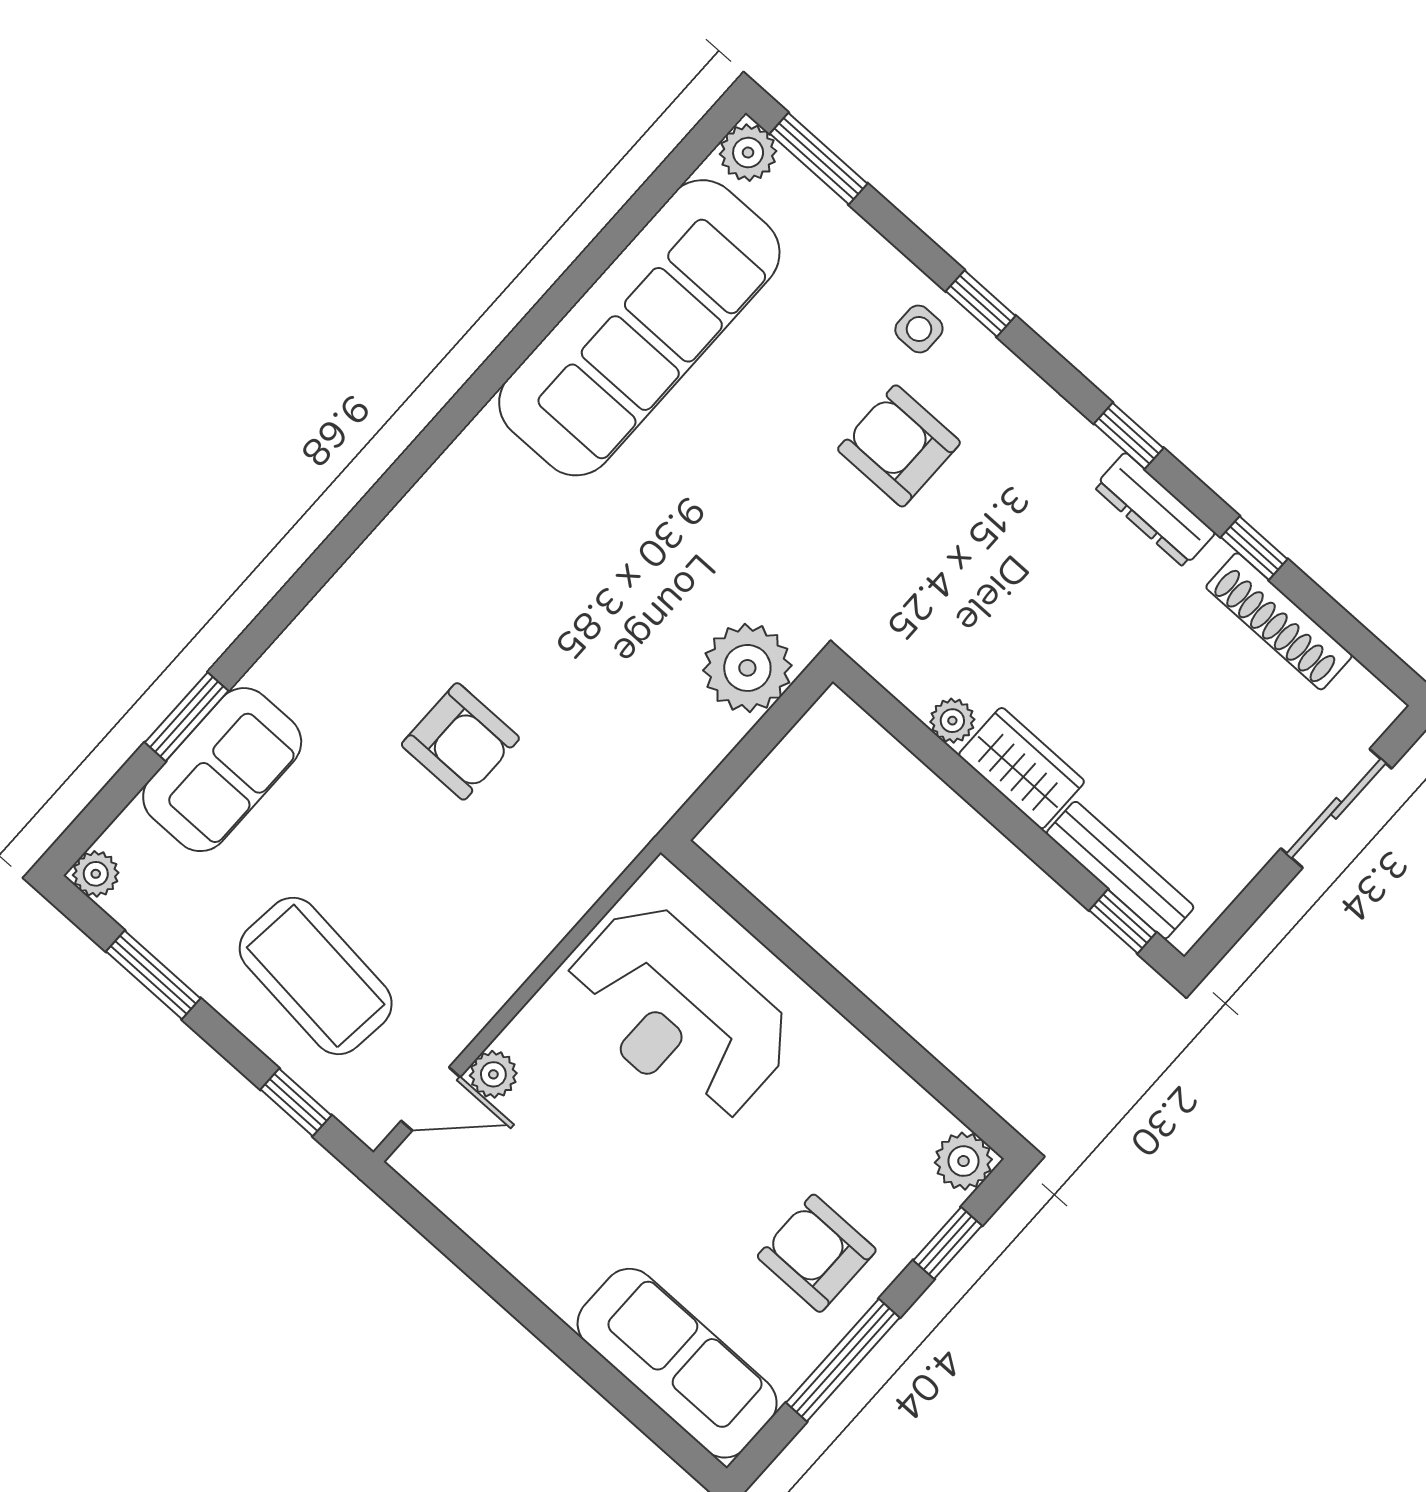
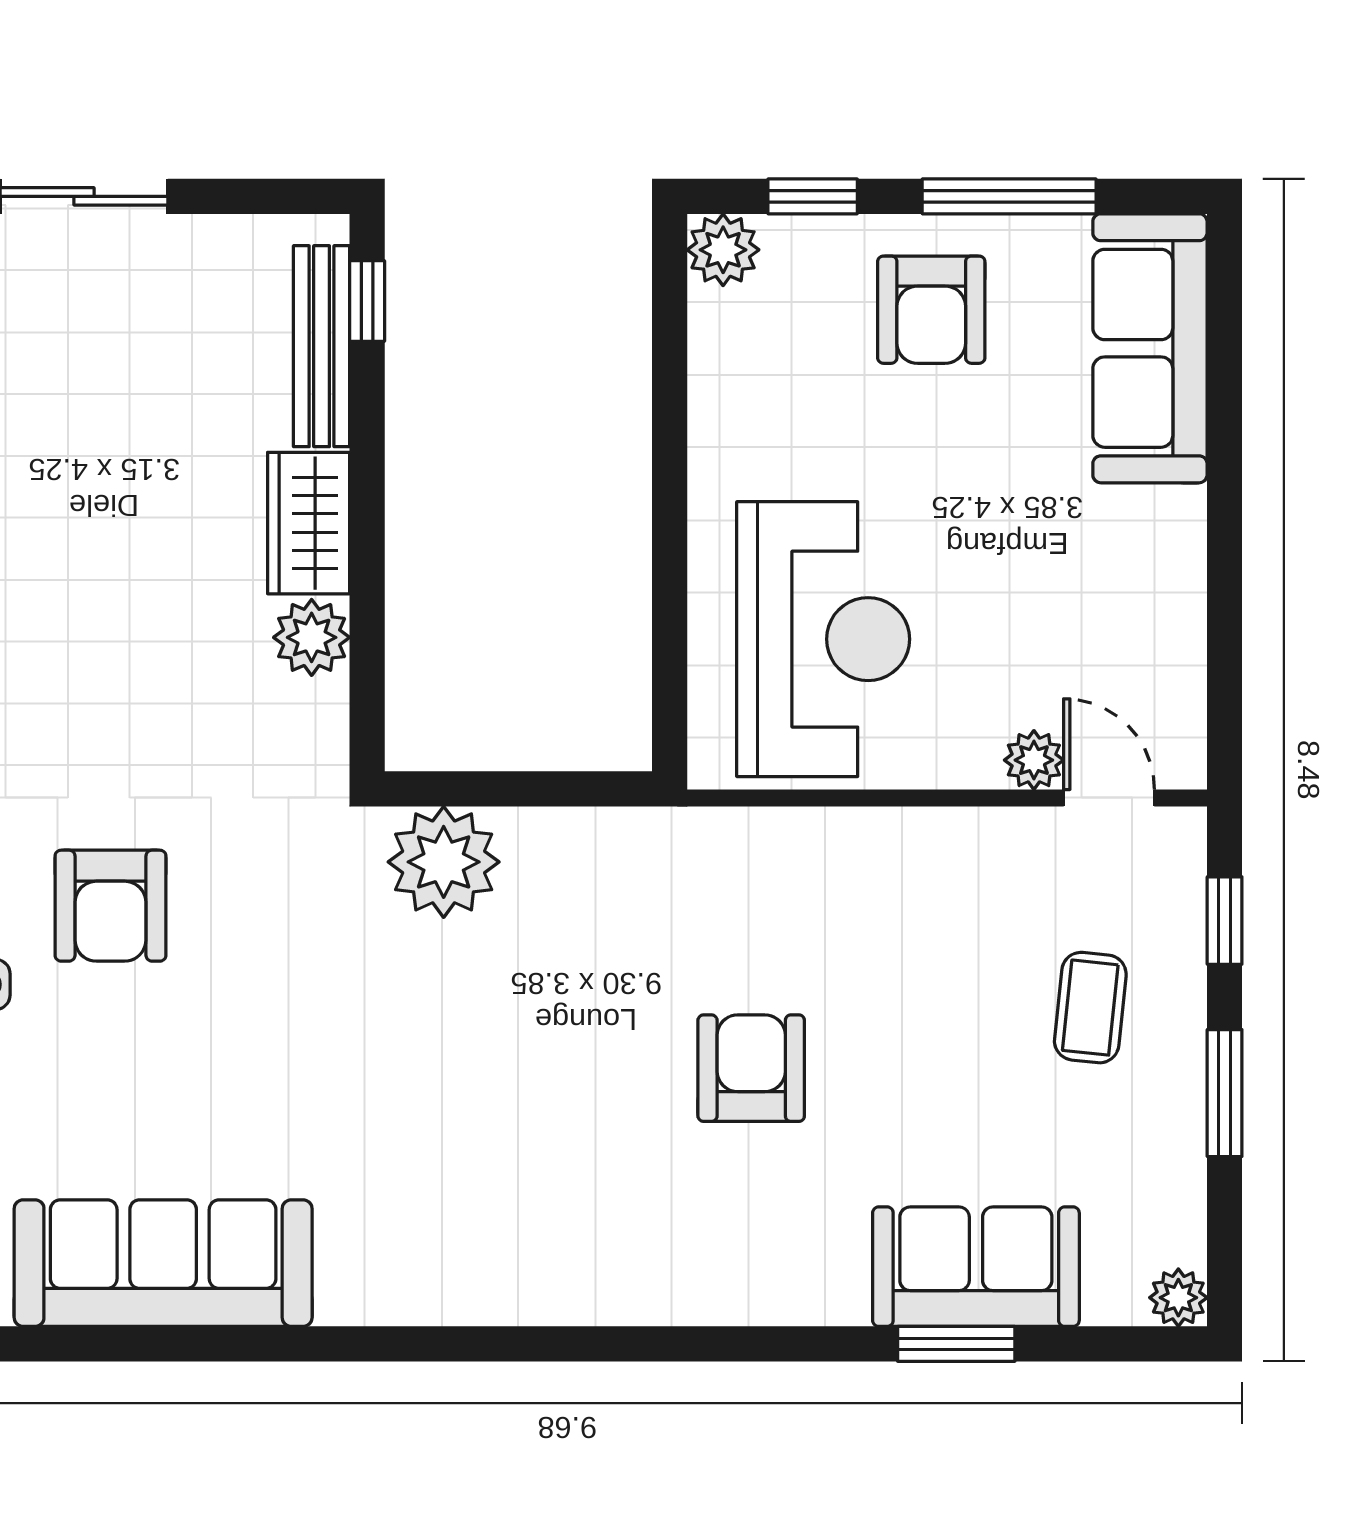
sofa: (639, 328) -> (163, 1263), width x0.74, depth x0.79
plant: (952, 721) -> (312, 637), width x1.38, depth x1.38
window: (153, 975) -> (1225, 1093), moved
coffee table: (316, 976) -> (1090, 1008), width x0.54, depth x0.58

